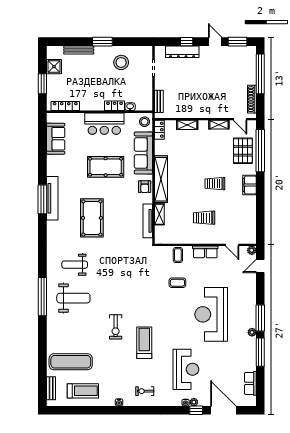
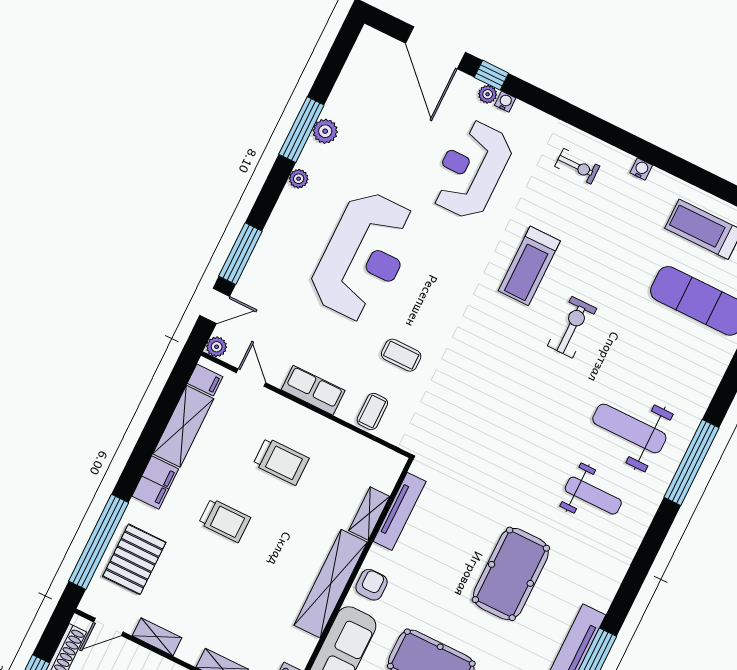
door: (240, 119) -> (108, 627), swing flipped
shelving: (249, 213) -> (183, 426), added
filing cabinet: (250, 235) -> (205, 380), added
window: (260, 318) -> (240, 254), moved
plant: (251, 356) -> (325, 131), added
row of seats: (250, 383) -> (353, 76), removed

